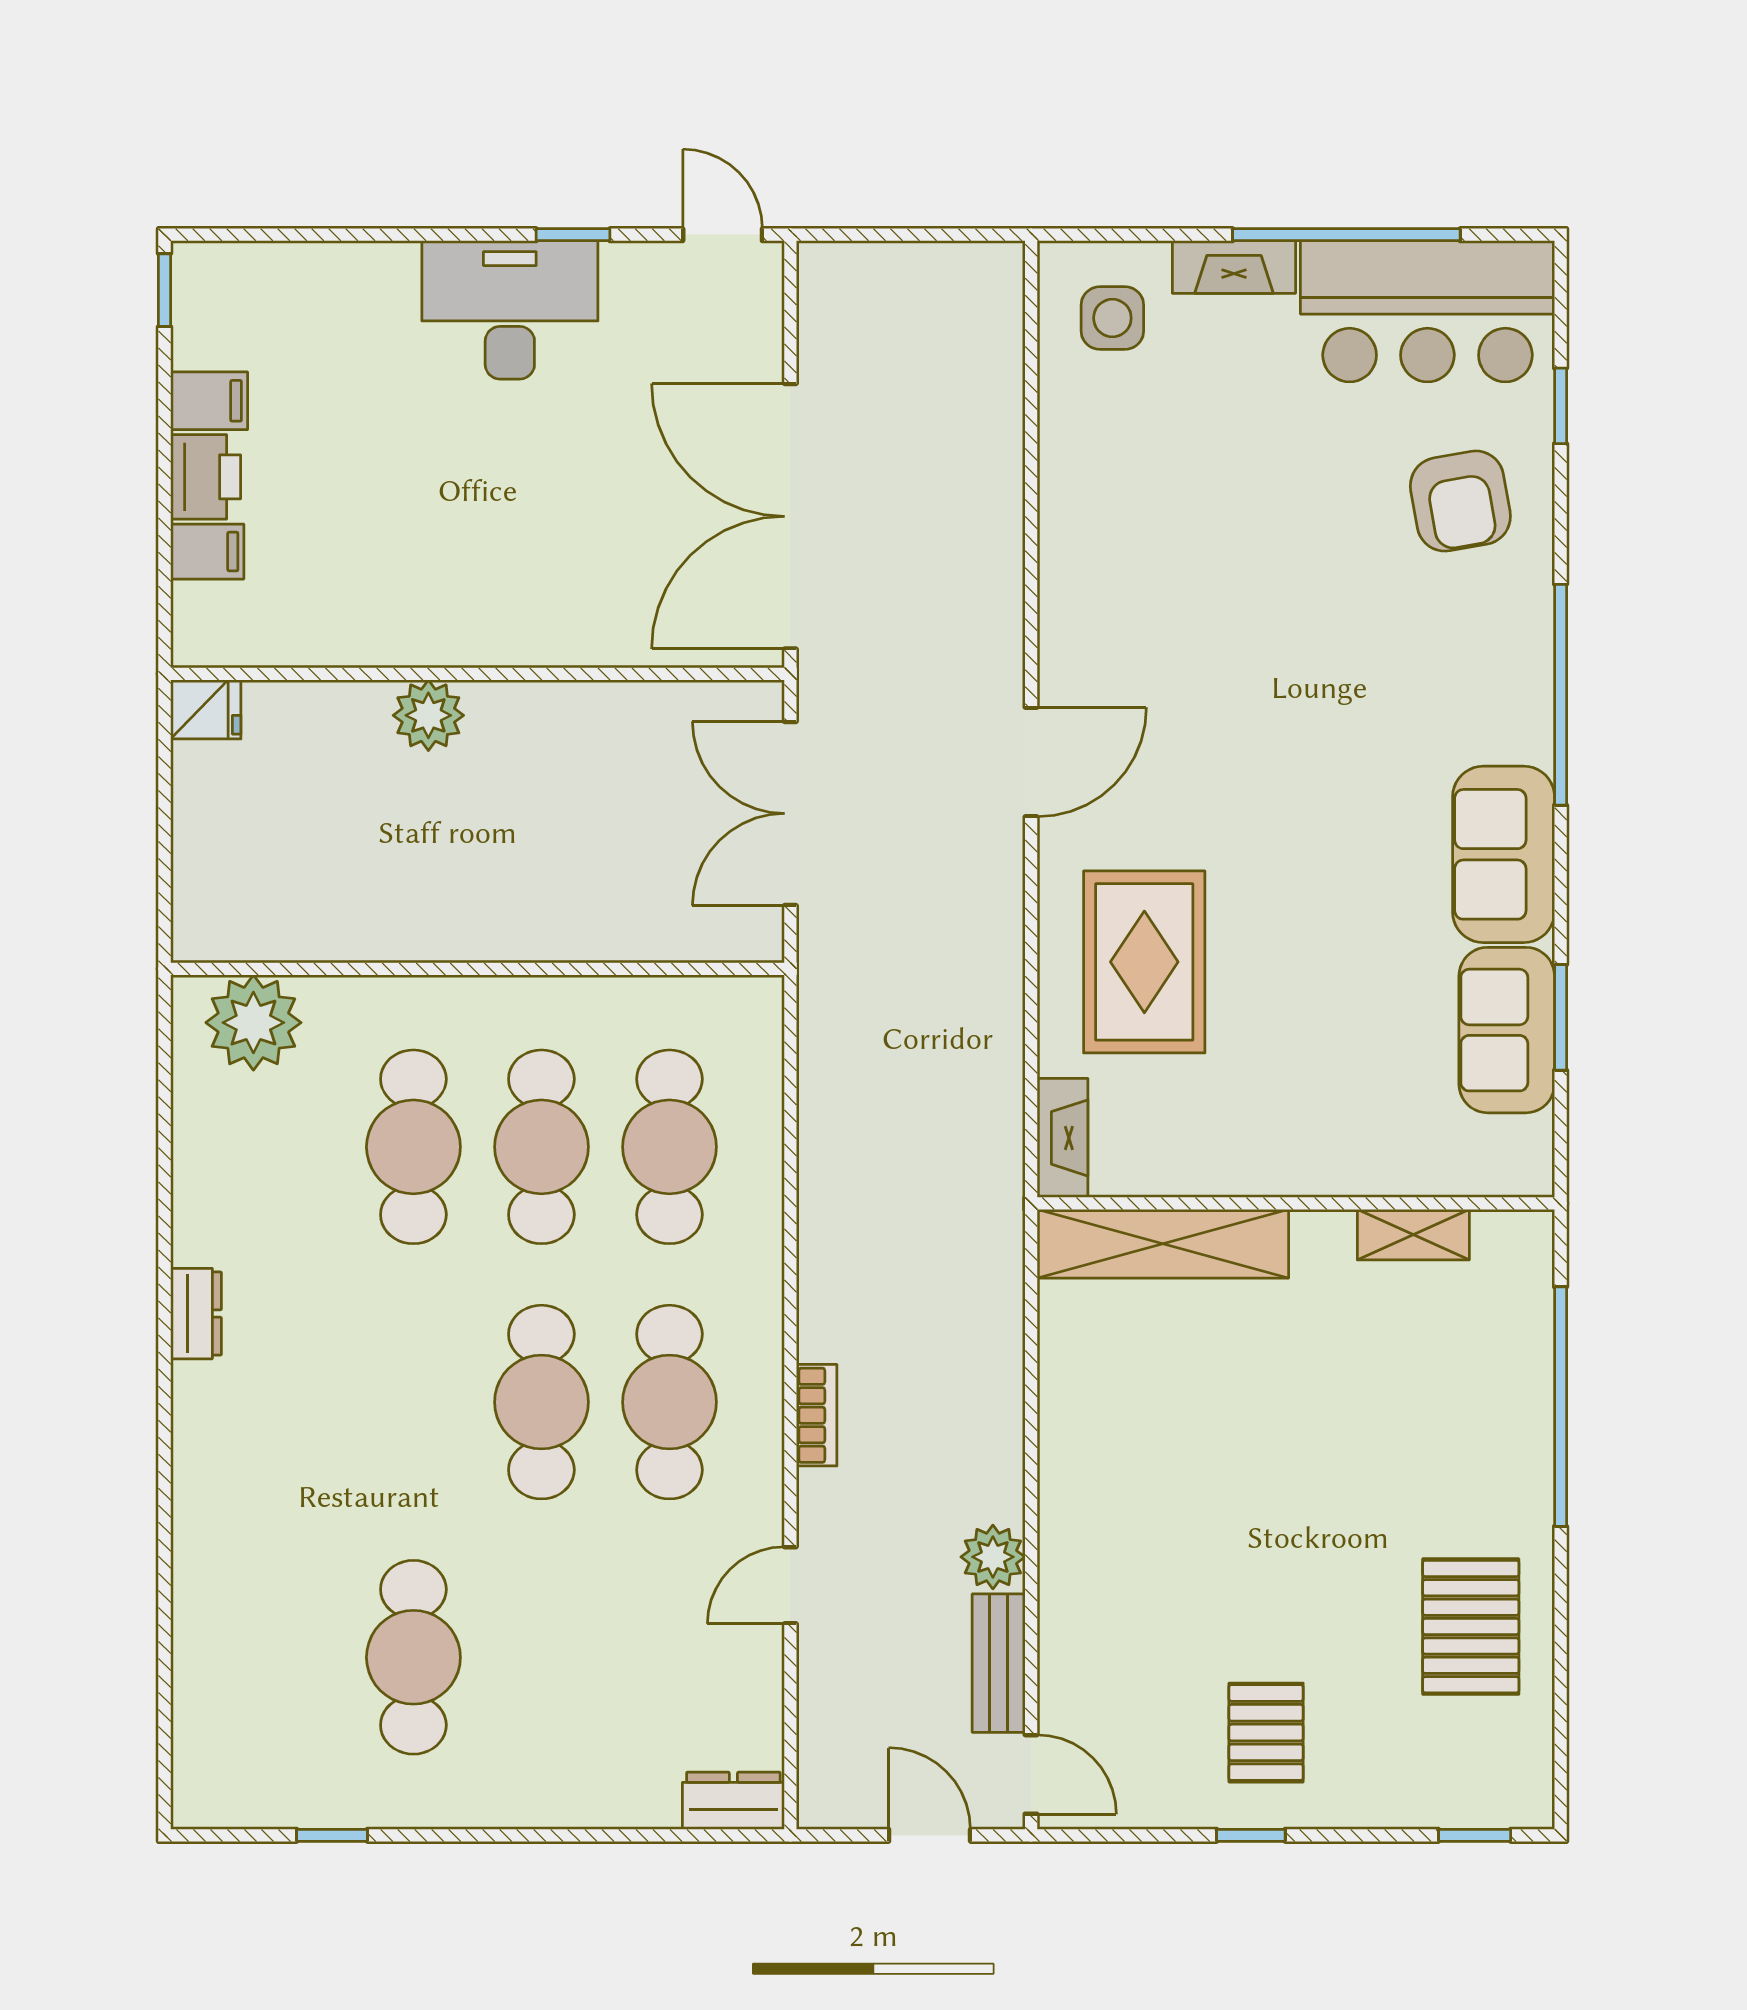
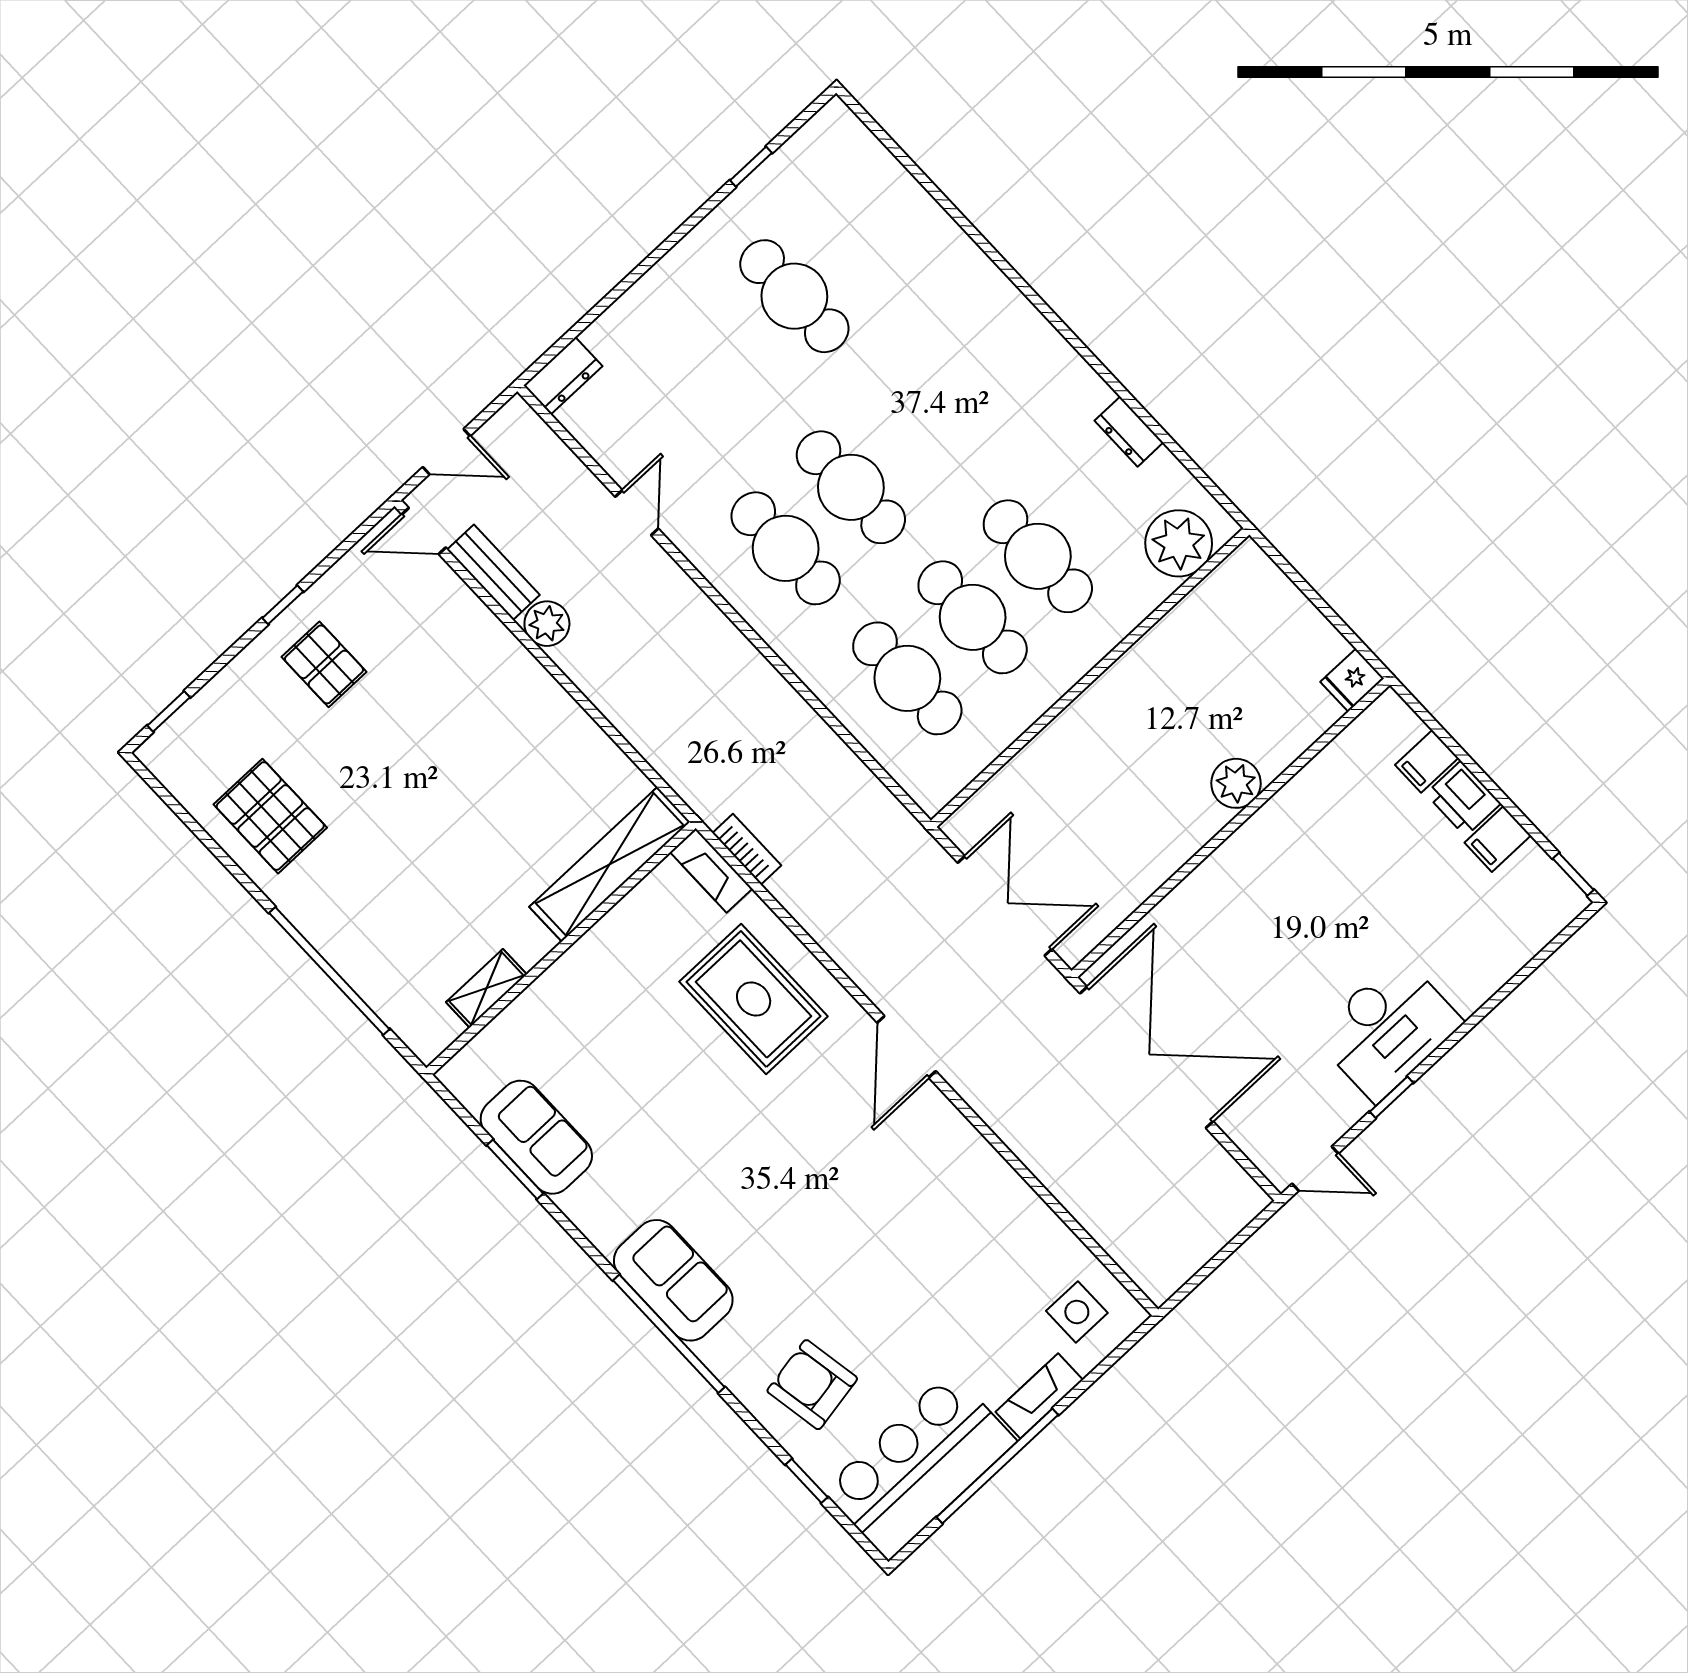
sofa: (1504, 854) -> (673, 1280), moved
dresser: (196, 1314) -> (1129, 432), moved
bookcase: (817, 1415) -> (747, 849), moved, turned 180

